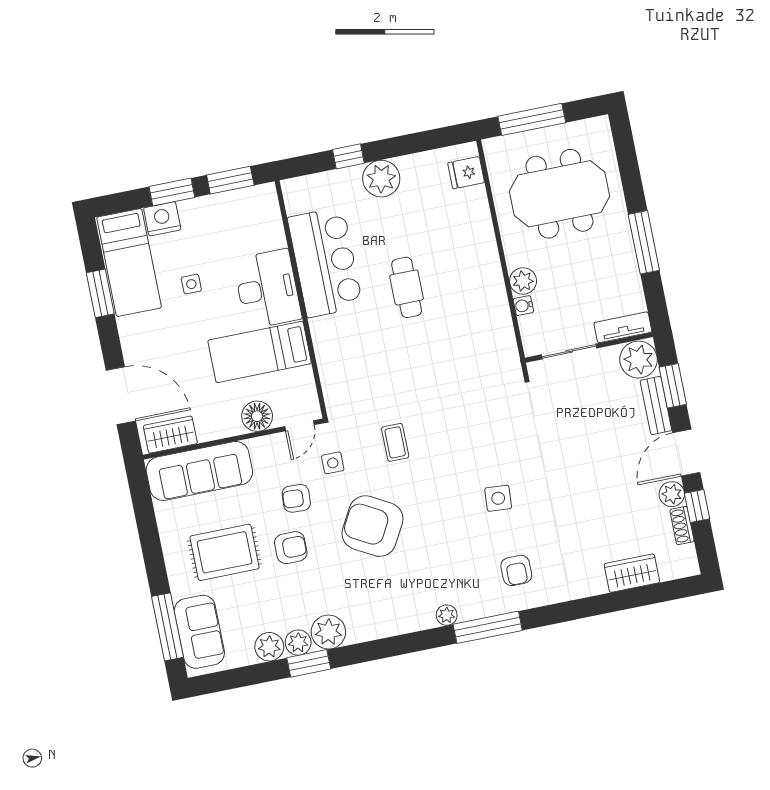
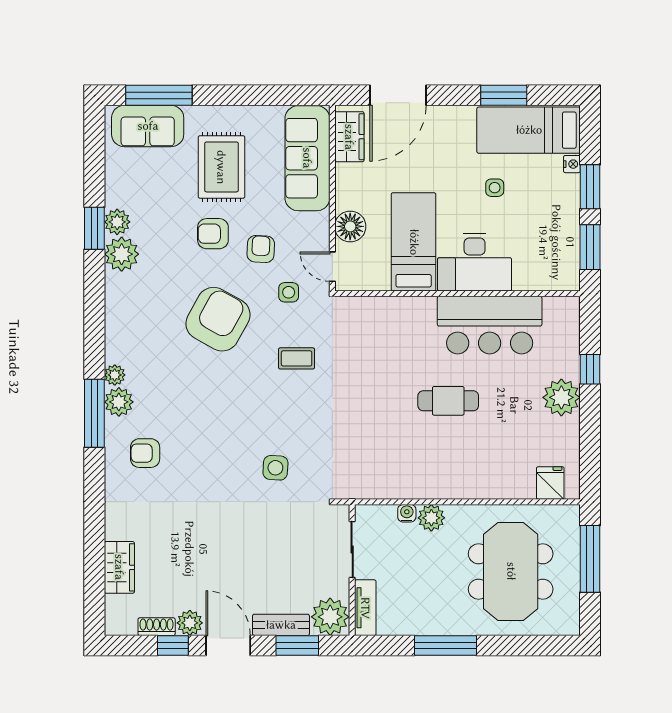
nightstand: (162, 219) -> (572, 164), width x0.53, depth x0.56
side table: (498, 498) -> (275, 468), moved
armchair: (291, 548) -> (213, 234), turned 90
plant: (269, 647) -> (119, 402), moved

